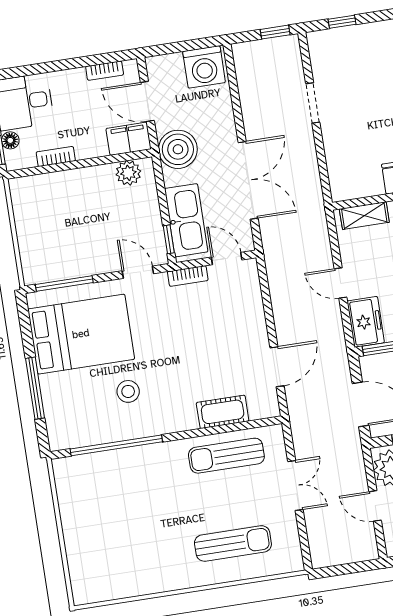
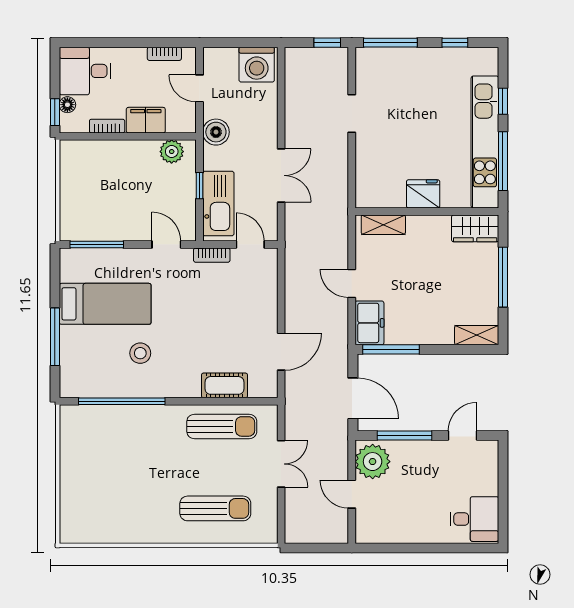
window: (342, 22) -> (390, 43), width x2.17
door: (147, 101) -> (199, 88), width x0.73
filing cabinet: (129, 139) -> (146, 120), moved
boiler: (178, 149) -> (216, 132), width x0.73, depth x0.73
double door: (248, 180) -> (281, 175), width x0.73
window: (169, 239) -> (199, 186), moved
bed: (81, 334) -> (105, 304), width x0.67
sun lounger: (226, 456) -> (222, 426), turned 180

